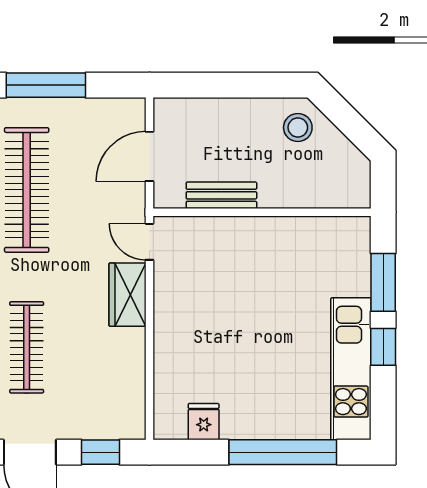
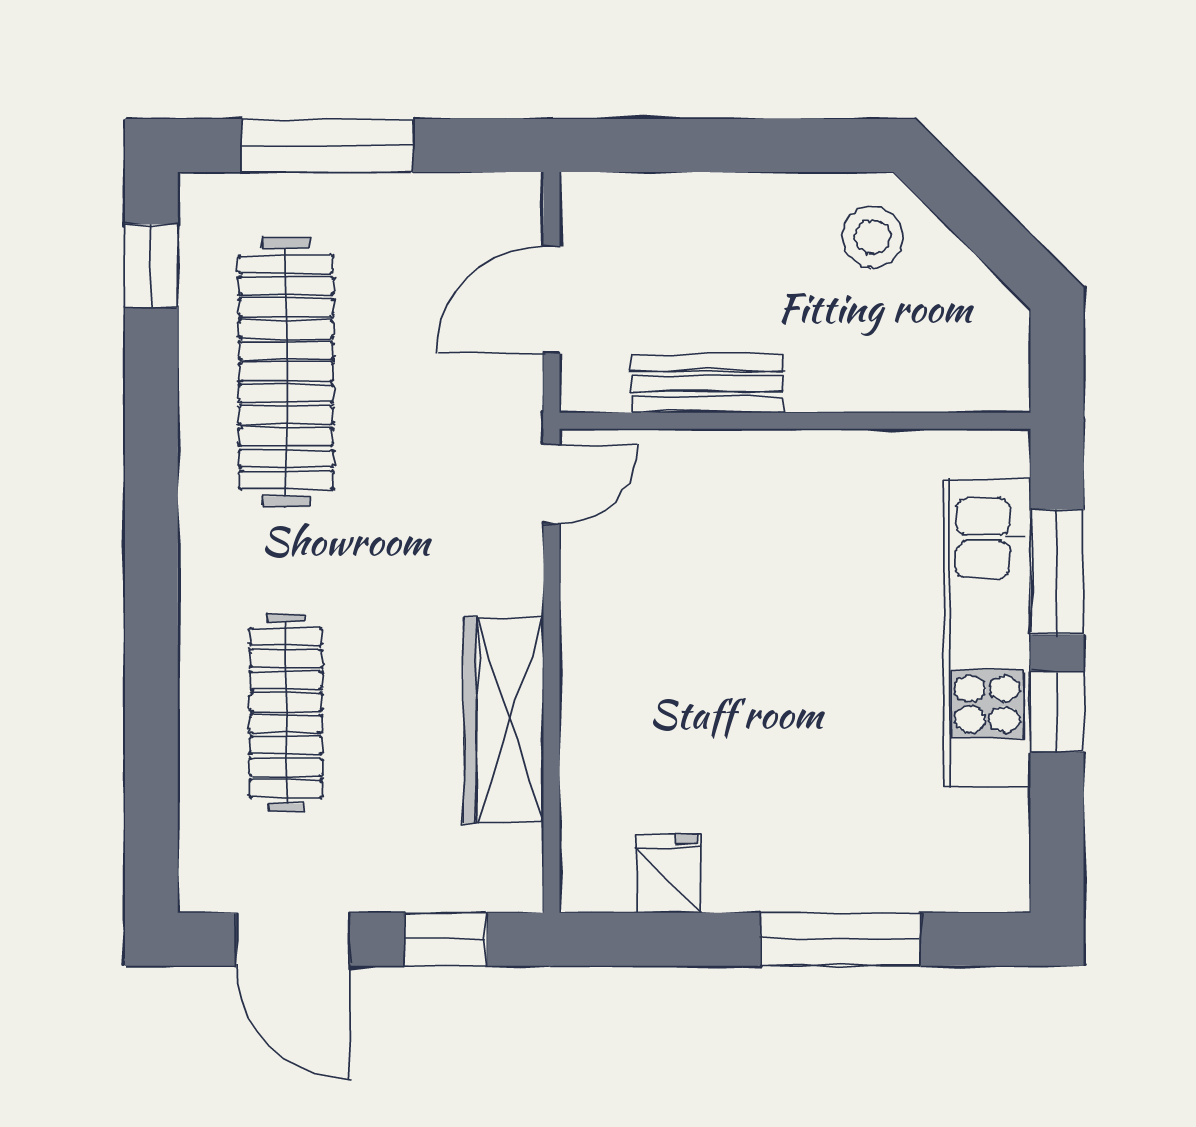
door: (149, 242) -> (552, 484), swing flipped
wardrobe: (127, 295) -> (504, 720), moved, width x1.50
kitchen unit: (351, 369) -> (987, 633), moved
window: (283, 452) -> (840, 939), width x0.68

